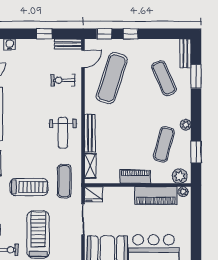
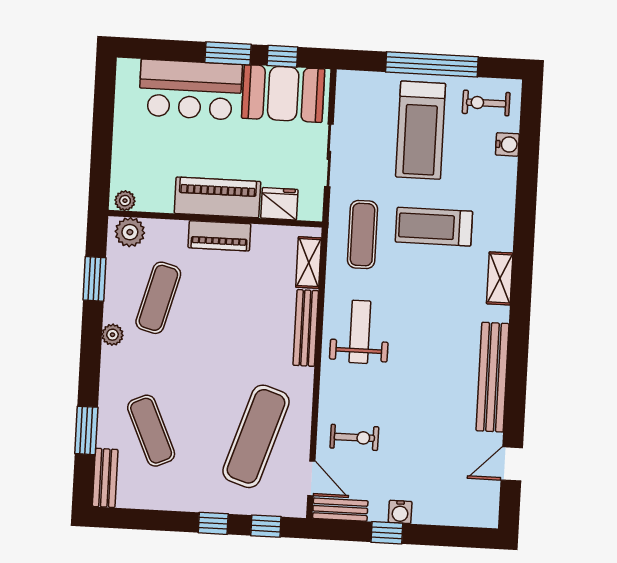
water cooler: (10, 44) -> (400, 512), moved
door: (83, 59) -> (311, 478), swing flipped
fridge: (93, 194) -> (279, 204), moved
piano: (156, 196) -> (217, 197), moved

